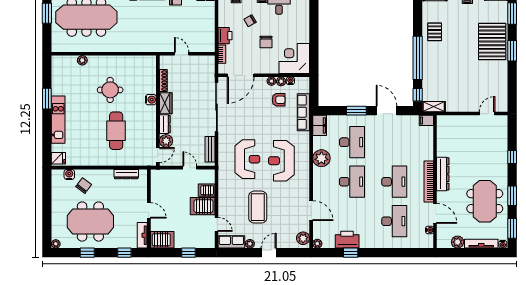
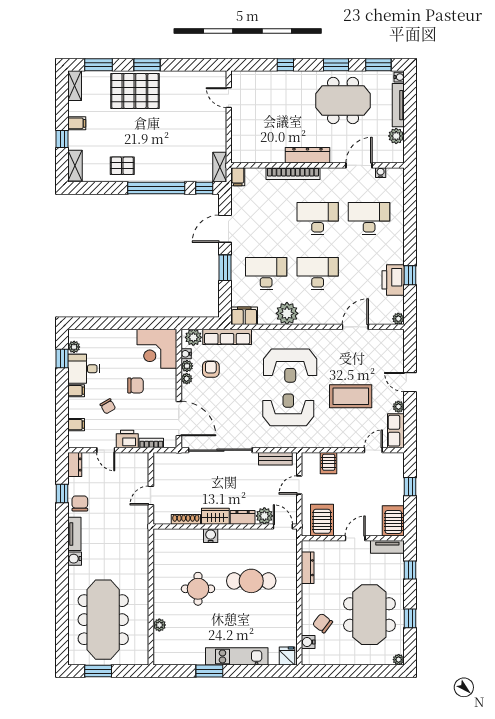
door: (216, 19) -> (106, 450), added
bookcase: (429, 181) -> (293, 174), moved
server rack: (203, 206) -> (322, 520), moved, turned 180
plant: (303, 238) -> (193, 337), moved

